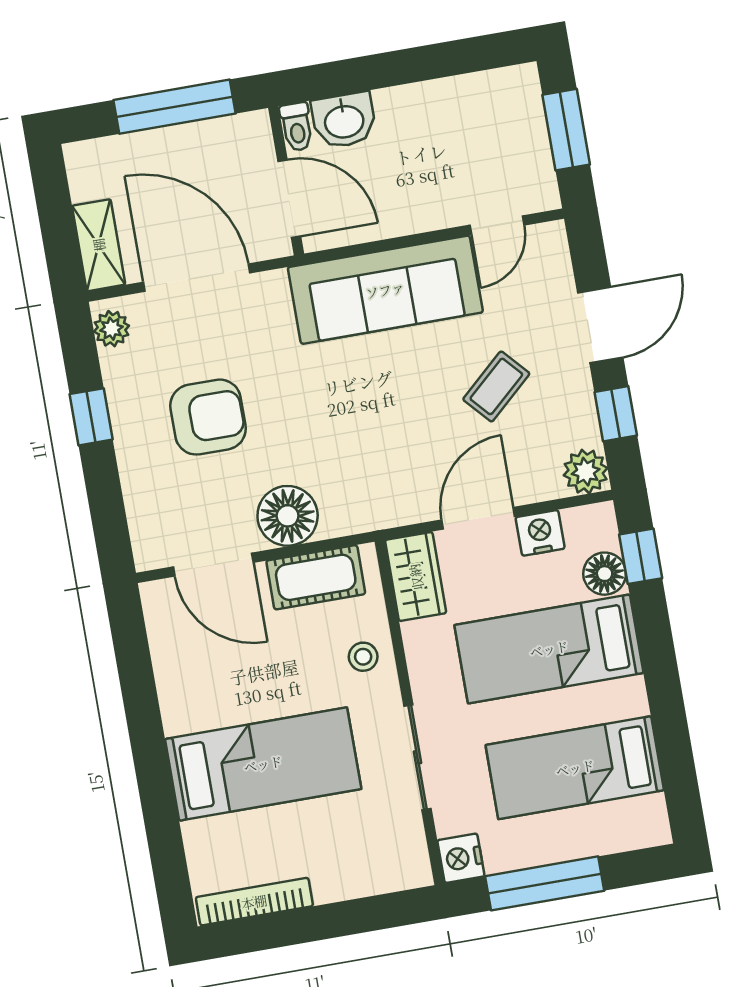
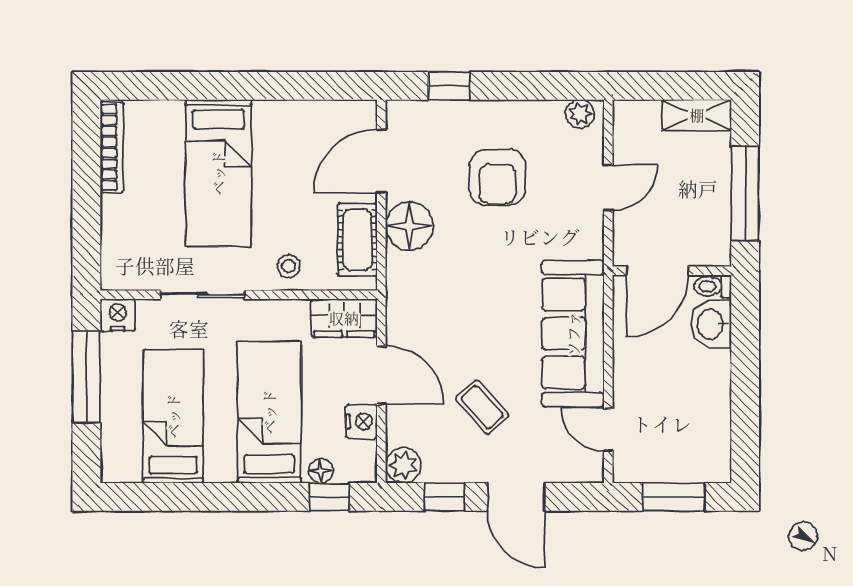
shelving: (99, 245) -> (697, 115), moved
door: (197, 278) -> (608, 188), width x0.53
window: (91, 417) -> (449, 86), moved
floor lamp: (605, 574) -> (321, 471), width x0.73, depth x0.73

